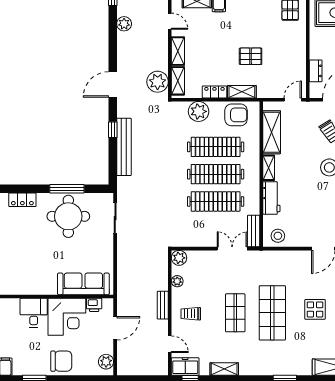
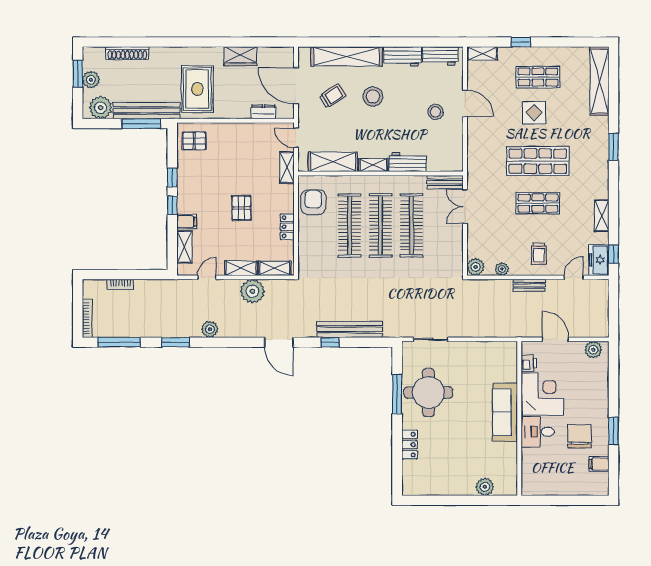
pallet: (251, 56) -> (241, 208), moved
plant: (158, 82) -> (252, 291), moved
shelving: (242, 92) -> (287, 168), moved
plant: (199, 111) -> (309, 245), removed
stool: (278, 236) -> (436, 112), moved
sofa: (83, 284) -> (505, 412), moved
chair: (61, 361) -> (580, 436), moved

